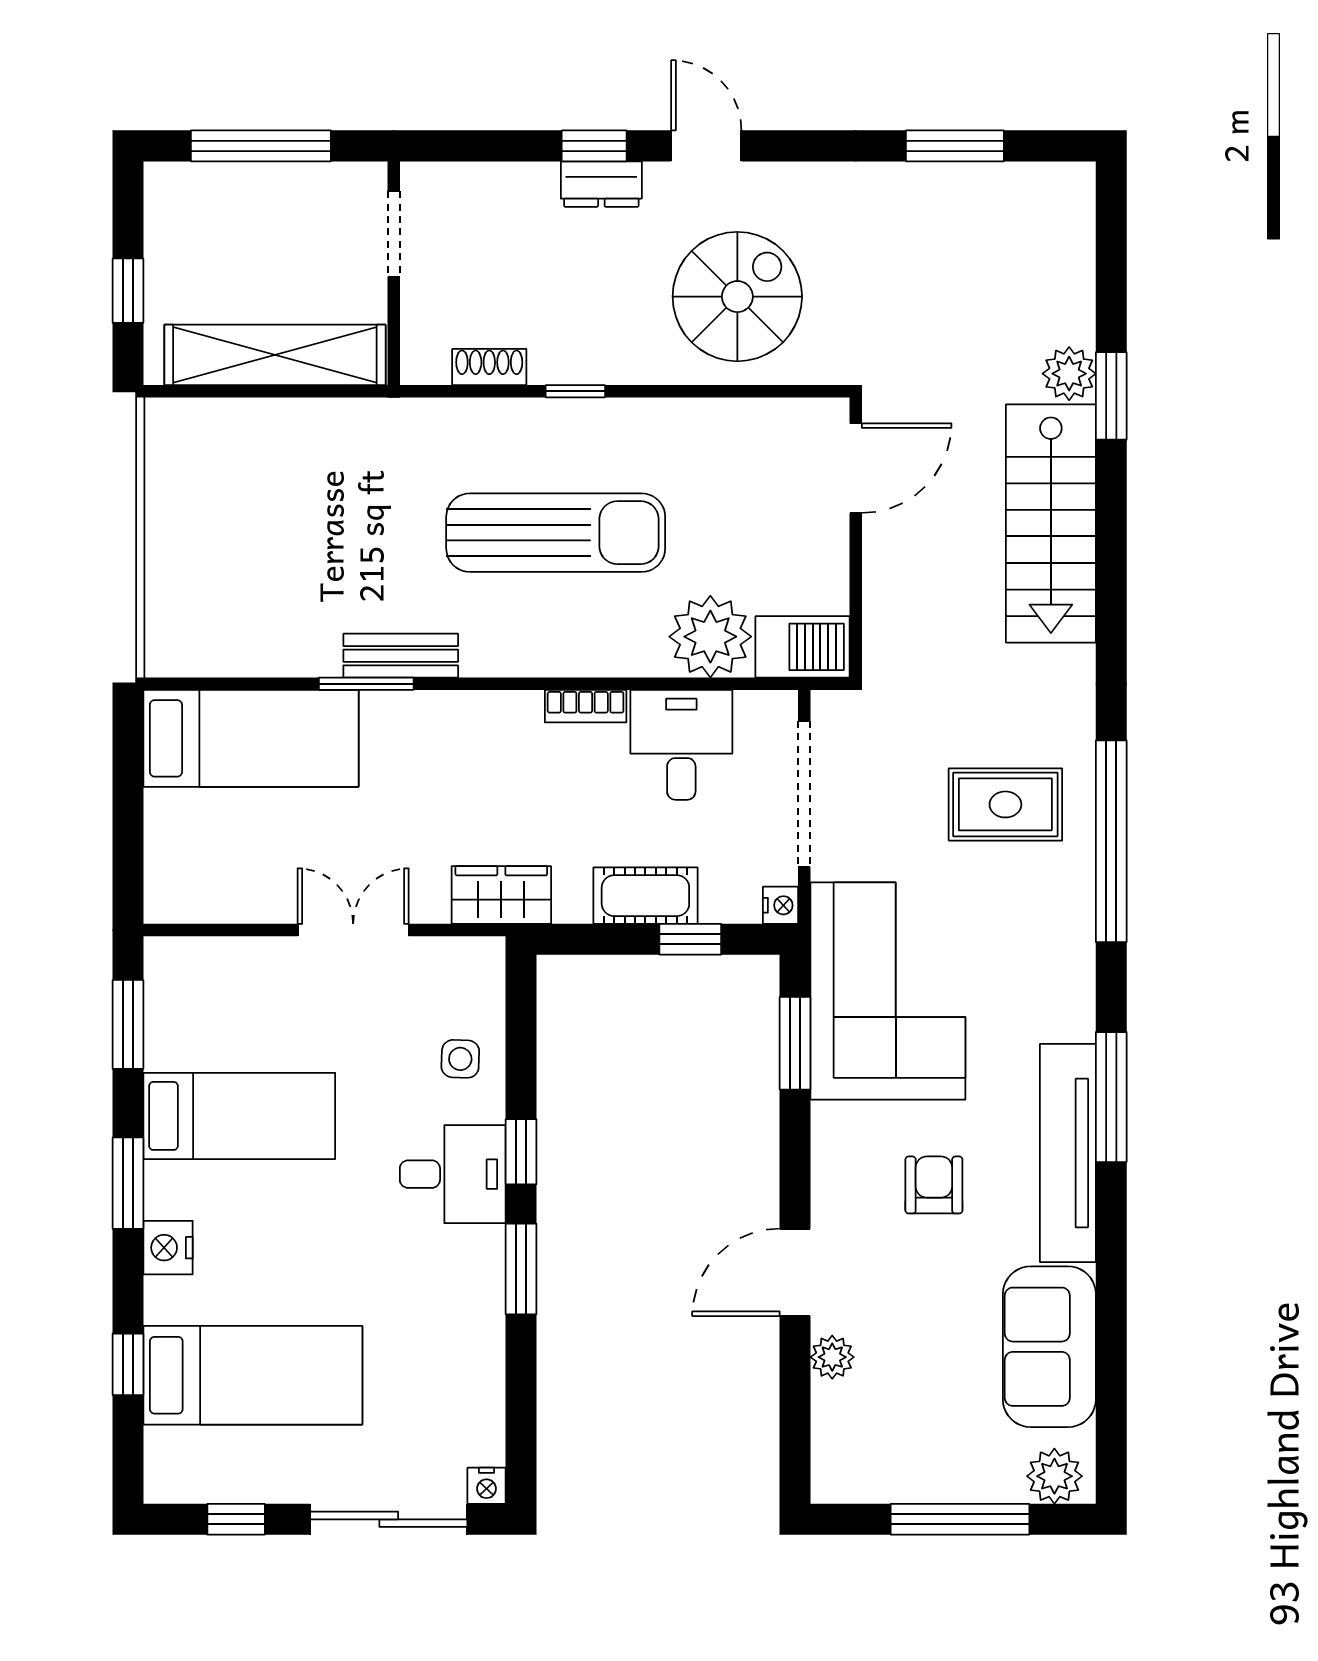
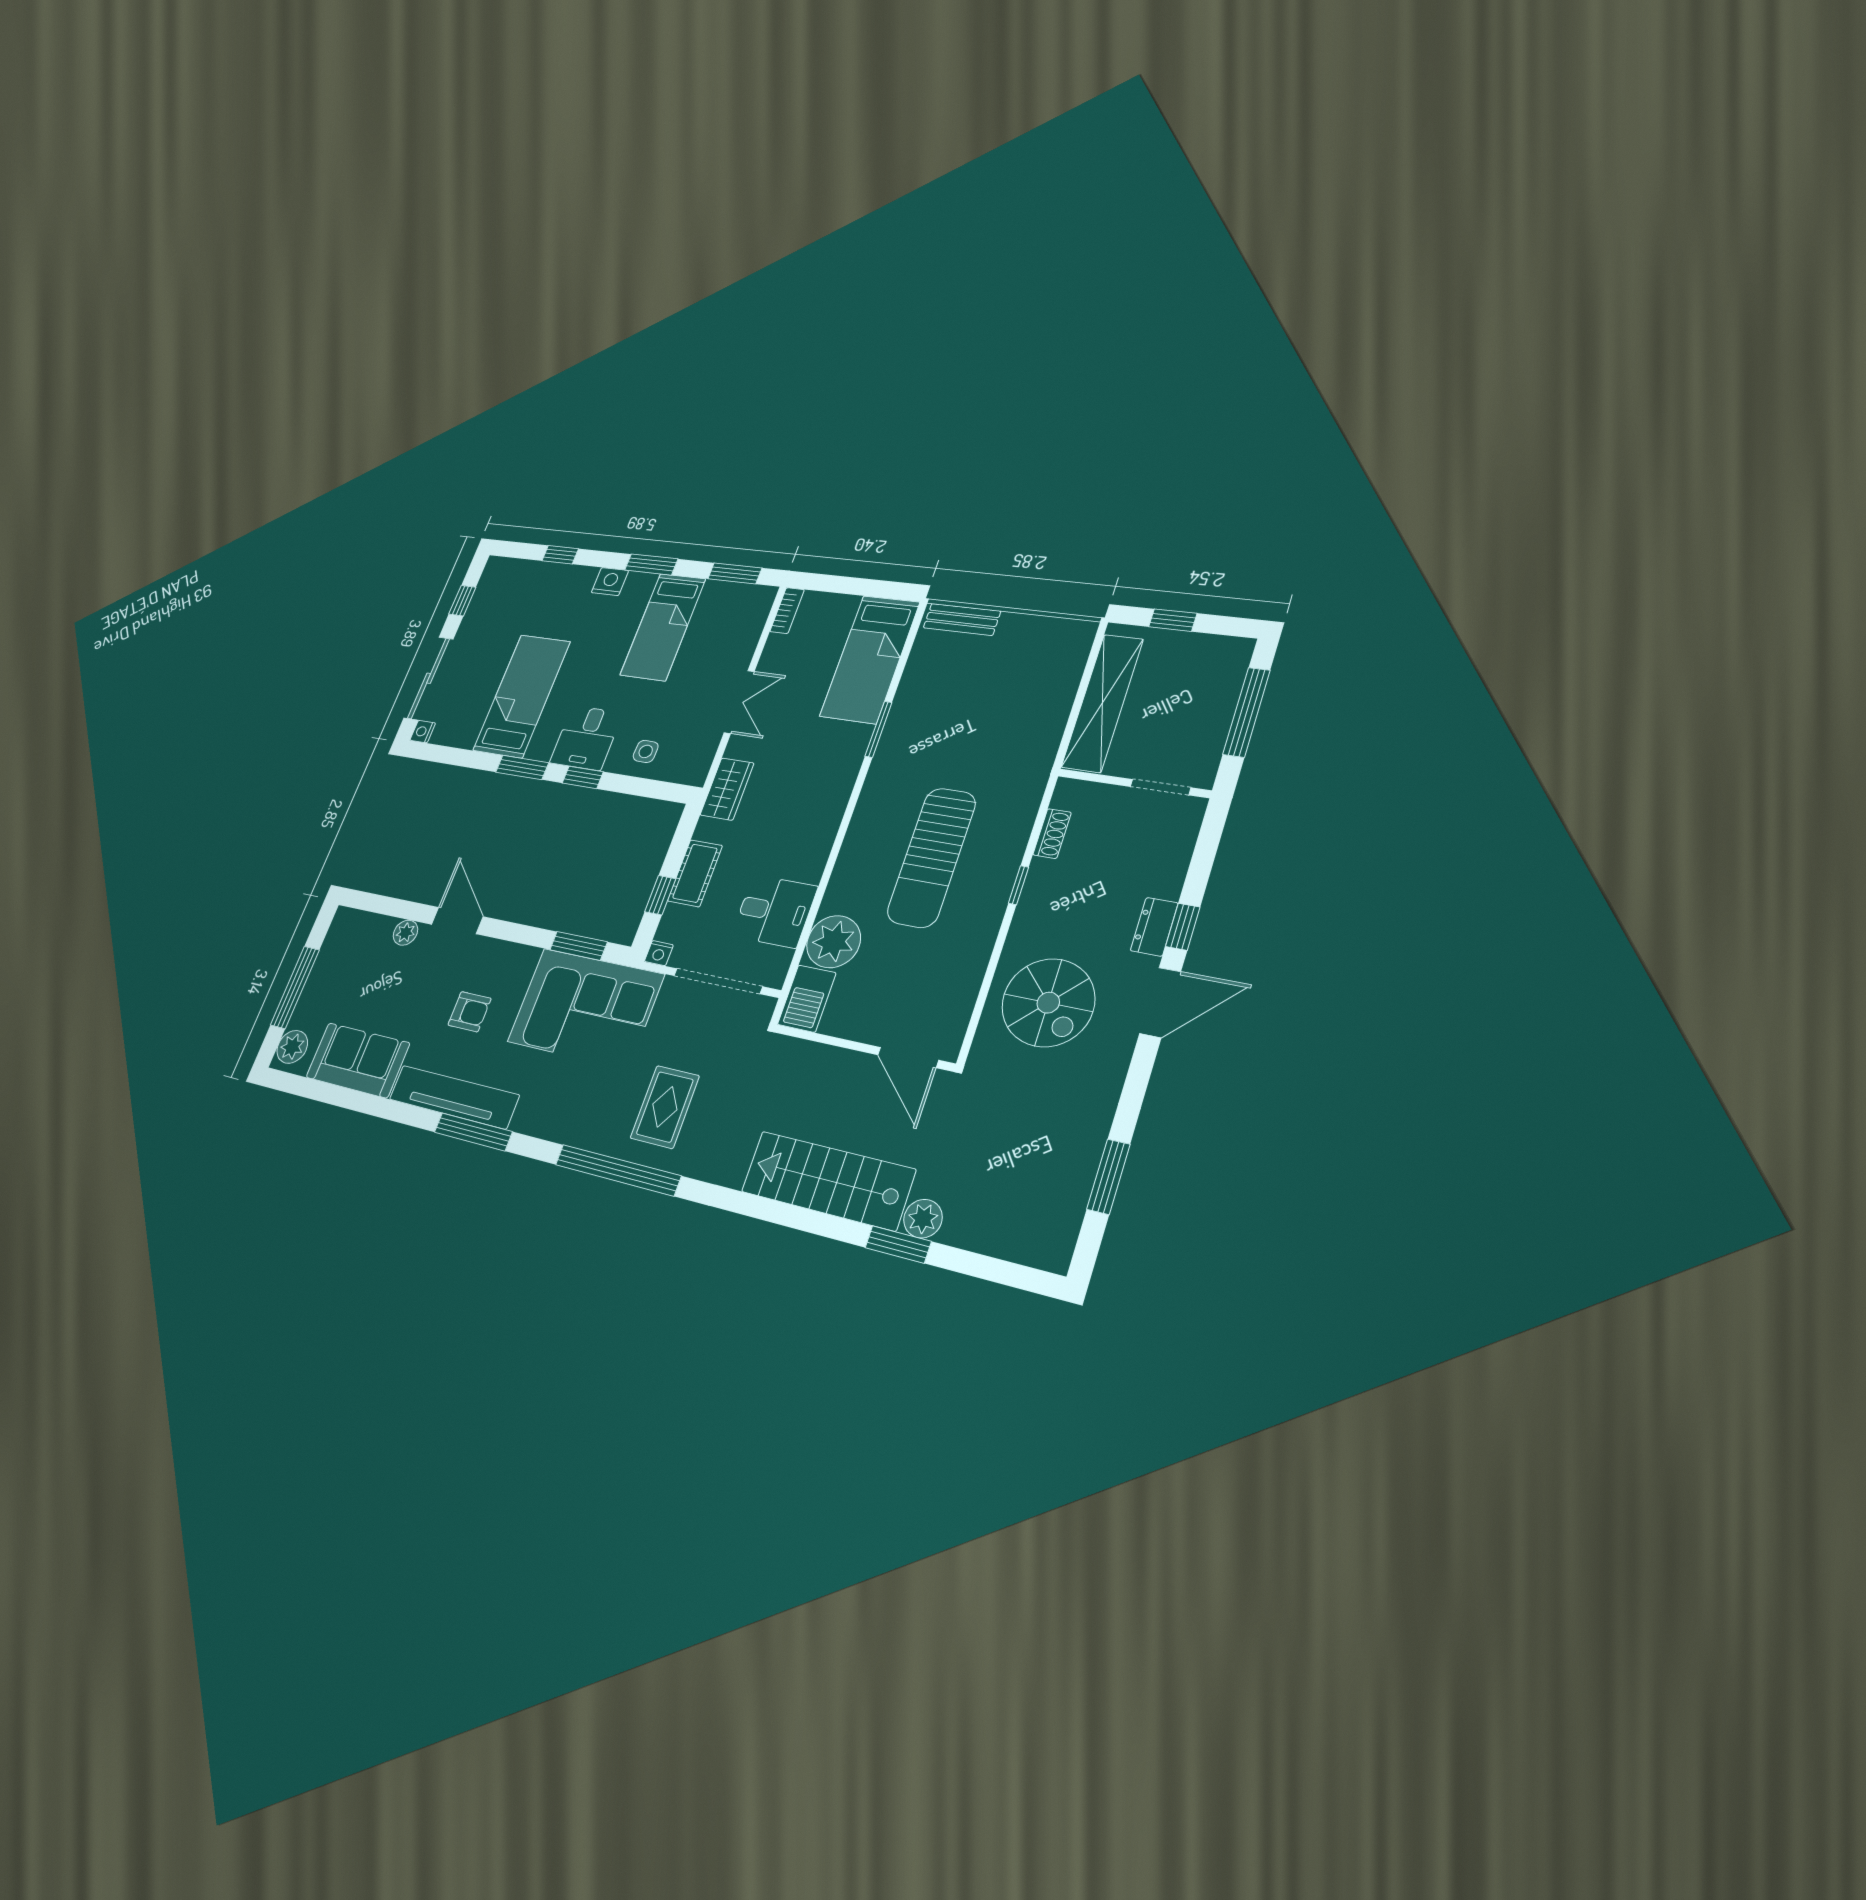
door: (706, 146) -> (1160, 1002), width x1.38
bench: (401, 656) -> (962, 619), moved, turned 90
bookcase: (586, 706) -> (787, 611), moved, turned 180
bed: (253, 1375) -> (522, 696), moved, turned 180

